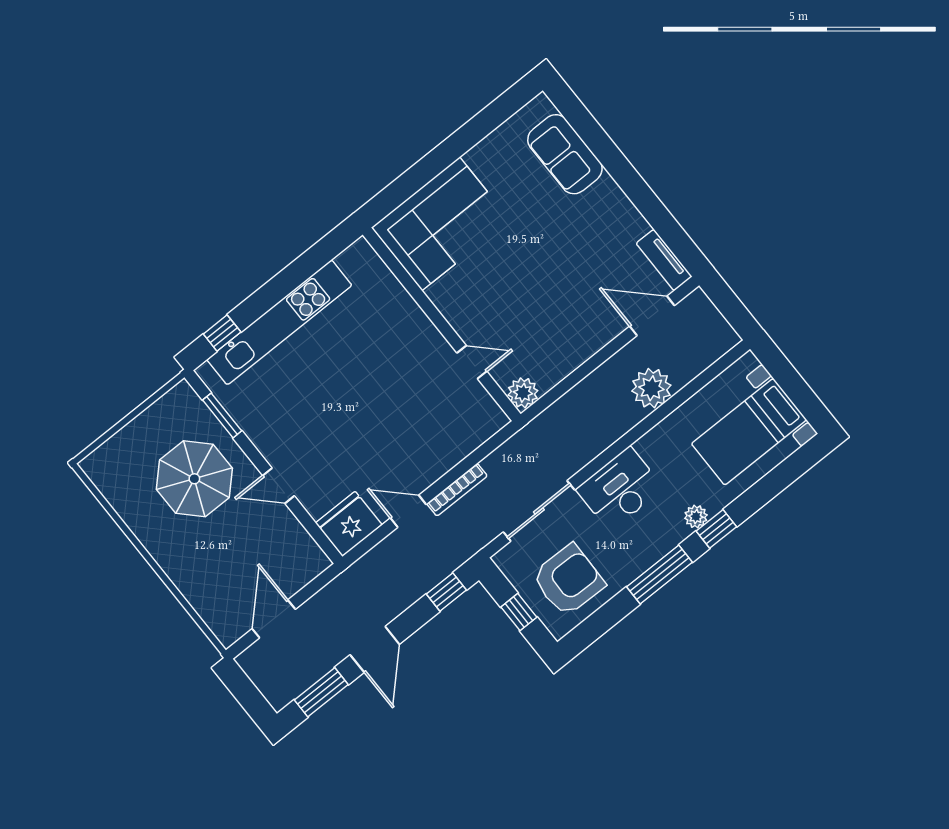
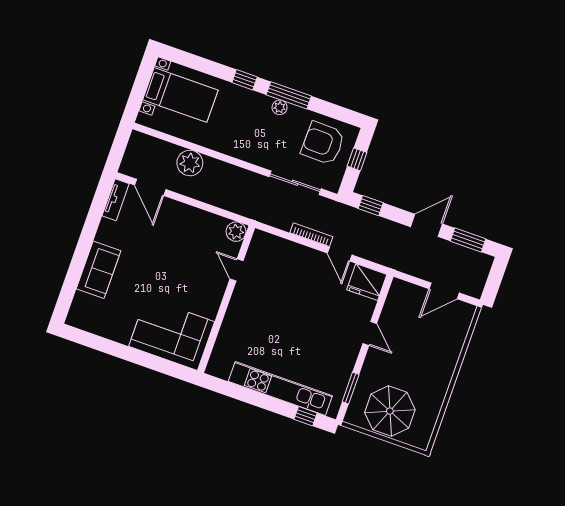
sofa: (565, 154) -> (98, 270), moved
parasol: (194, 479) -> (390, 411), moved
desk: (620, 489) -> (256, 146), removed
plant: (696, 517) -> (280, 107), moved

